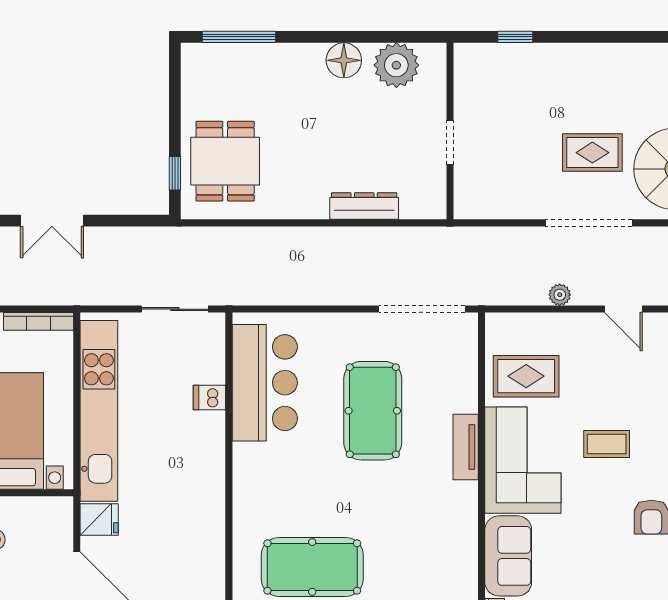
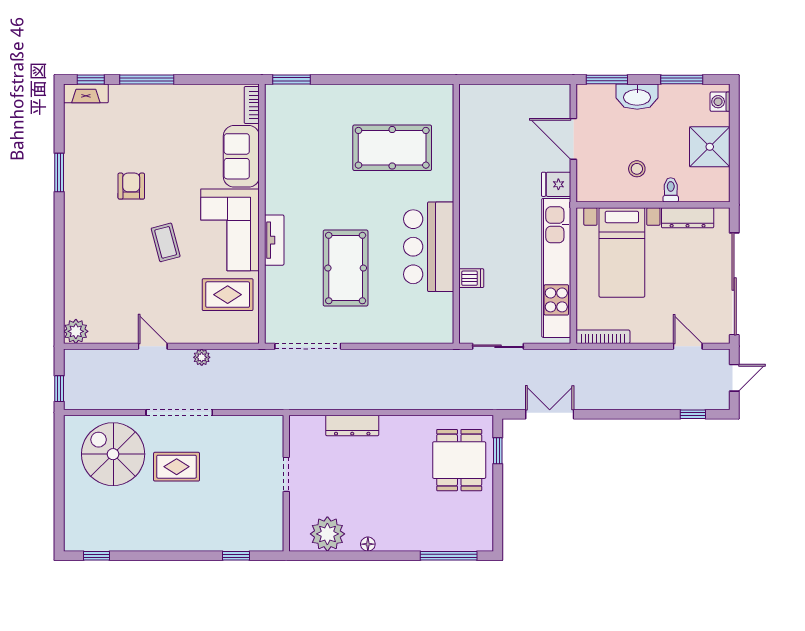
floor lamp: (344, 60) -> (368, 544), width x0.53, depth x0.53
double door: (52, 221) -> (550, 414), moved
bar counter: (265, 383) -> (429, 247), moved
coffee table: (607, 444) -> (166, 242), turned 75

